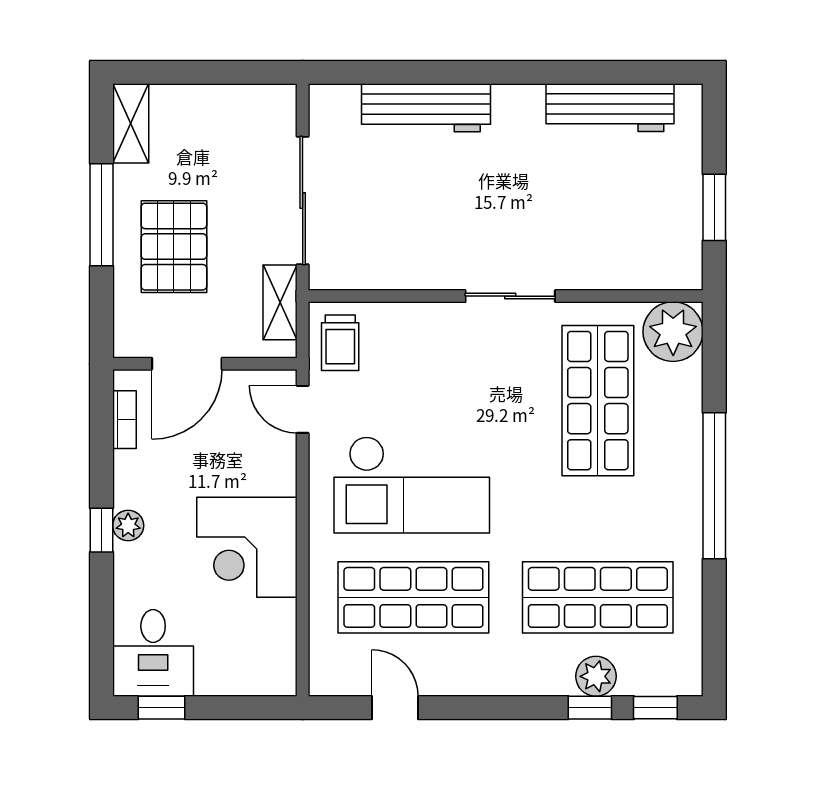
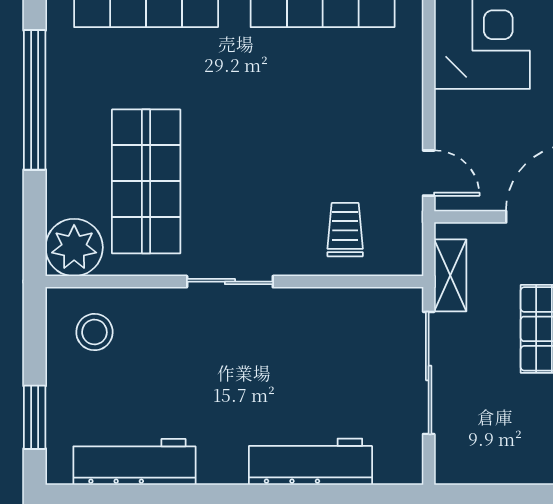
window: (714, 207) -> (35, 417), moved
stool: (652, 243) -> (94, 332), added
trolley: (340, 343) -> (345, 230), moved
checkout: (412, 485) -> (324, 101), removed

